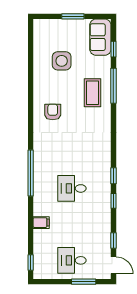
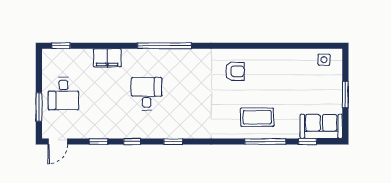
side table: (62, 61) -> (324, 60), moved, width x0.54, depth x0.54
window: (113, 176) -> (173, 142), moved
filing cabinet: (41, 223) -> (107, 58), width x2.00
window: (113, 240) -> (98, 142), moved
desk: (72, 260) -> (63, 94), turned 180

